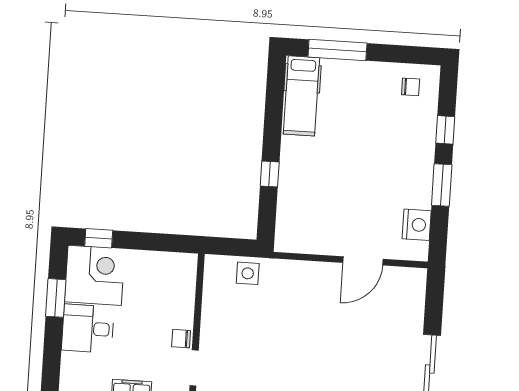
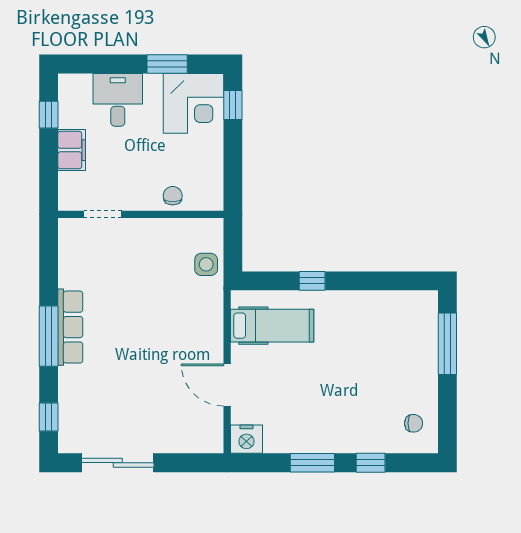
chair: (411, 87) -> (414, 423), turned -90
hospital bed: (301, 96) -> (272, 326), moved, turned 180
nightstand: (417, 225) -> (246, 439), moved
desk: (88, 329) -> (118, 100), moved
chair: (181, 339) -> (173, 196), moved

